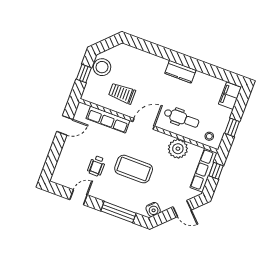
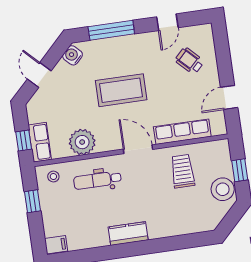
trolley: (122, 93) -> (183, 171), turned -90
filing cabinet: (230, 96) -> (56, 245), width x0.50
door: (144, 124) -> (138, 149), swing flipped
wheelchair: (96, 166) -> (190, 61), moved, turned -45
row of seats: (204, 170) -> (40, 142), width x0.68
door: (182, 208) -> (39, 75), hinge flipped

